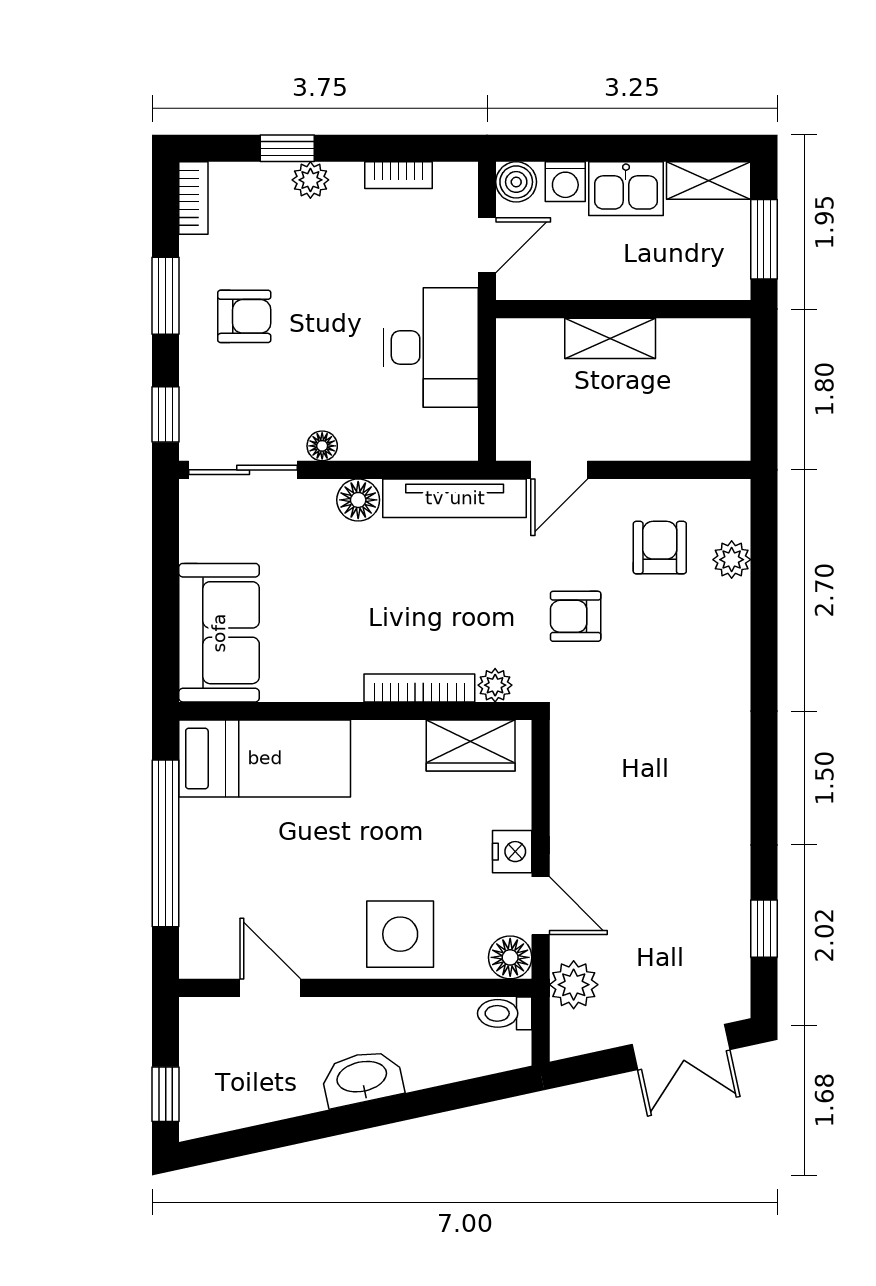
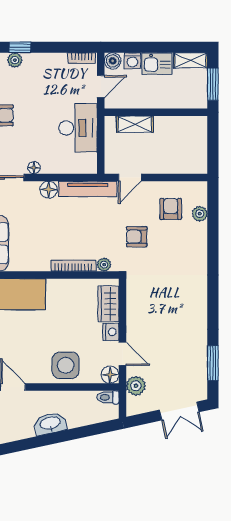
bookcase: (398, 175) -> (82, 58), moved
plant: (310, 180) -> (15, 60), moved
shelving: (610, 338) -> (135, 124), moved
wardrobe: (471, 746) -> (108, 304), moved, turned 90
window: (764, 929) -> (213, 363), width x1.50

